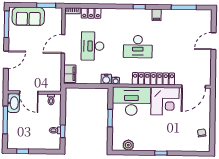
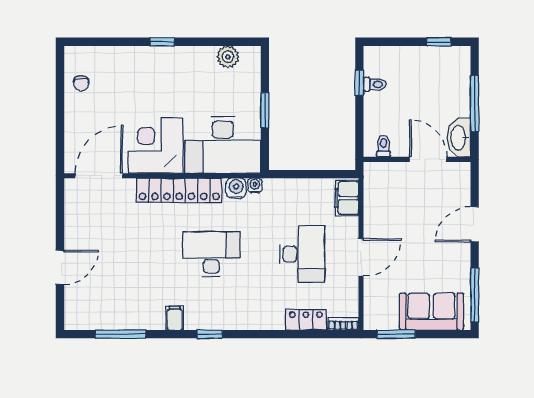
water cooler: (106, 79) -> (236, 188), moved

